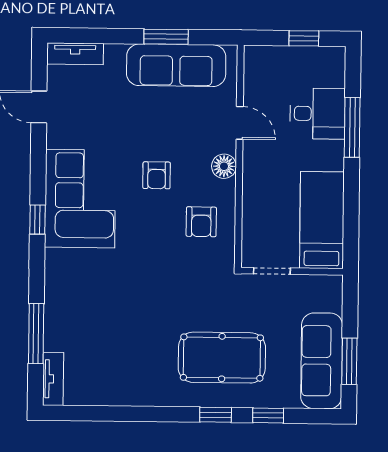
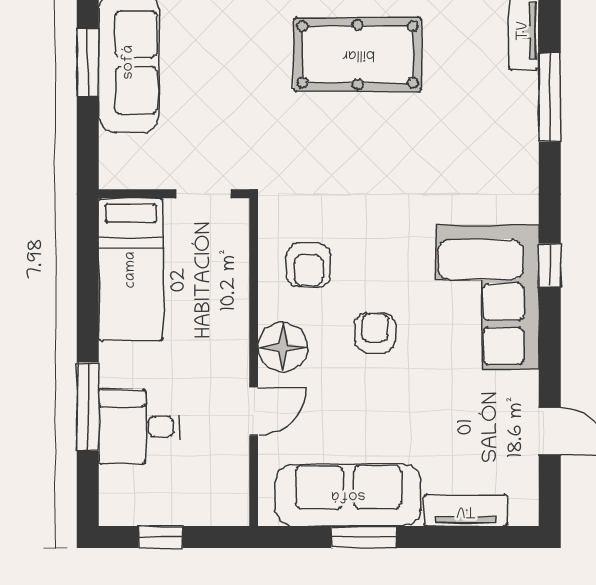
tv unit: (75, 54) -> (466, 510), moved
door: (240, 123) -> (254, 411), swing flipped
floor lamp: (224, 166) -> (283, 347), width x1.38, depth x1.38
armchair: (201, 222) -> (308, 265), turned 180
pool table: (222, 358) -> (358, 54), moved

